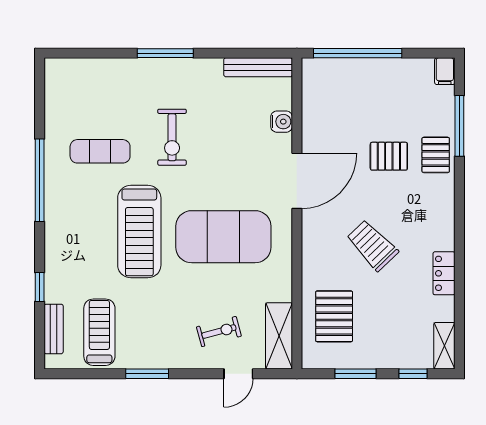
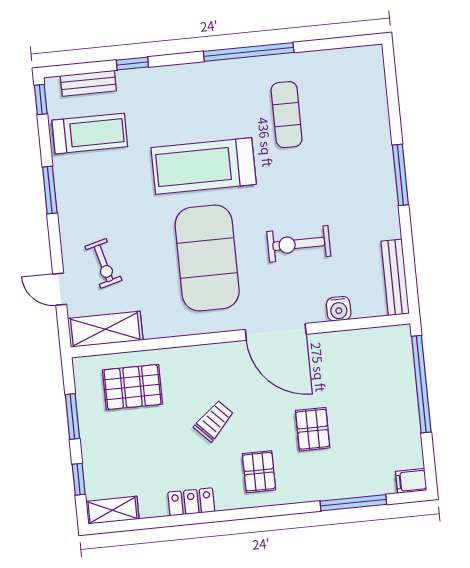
exercise bike: (172, 137) -> (299, 244), moved
pallet: (436, 155) -> (259, 472), moved, turned 90
trolley: (372, 245) -> (214, 421), width x0.73, depth x0.72
window: (64, 374) -> (41, 99), added

